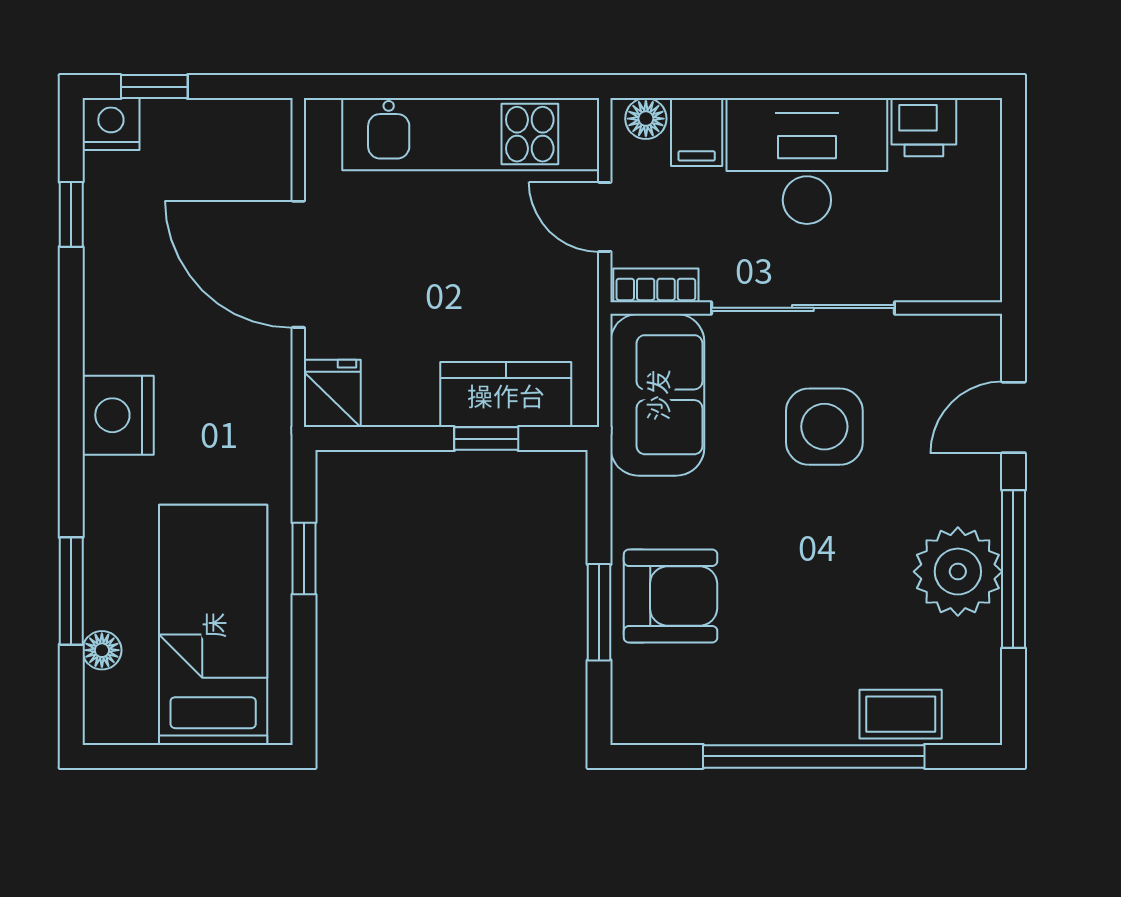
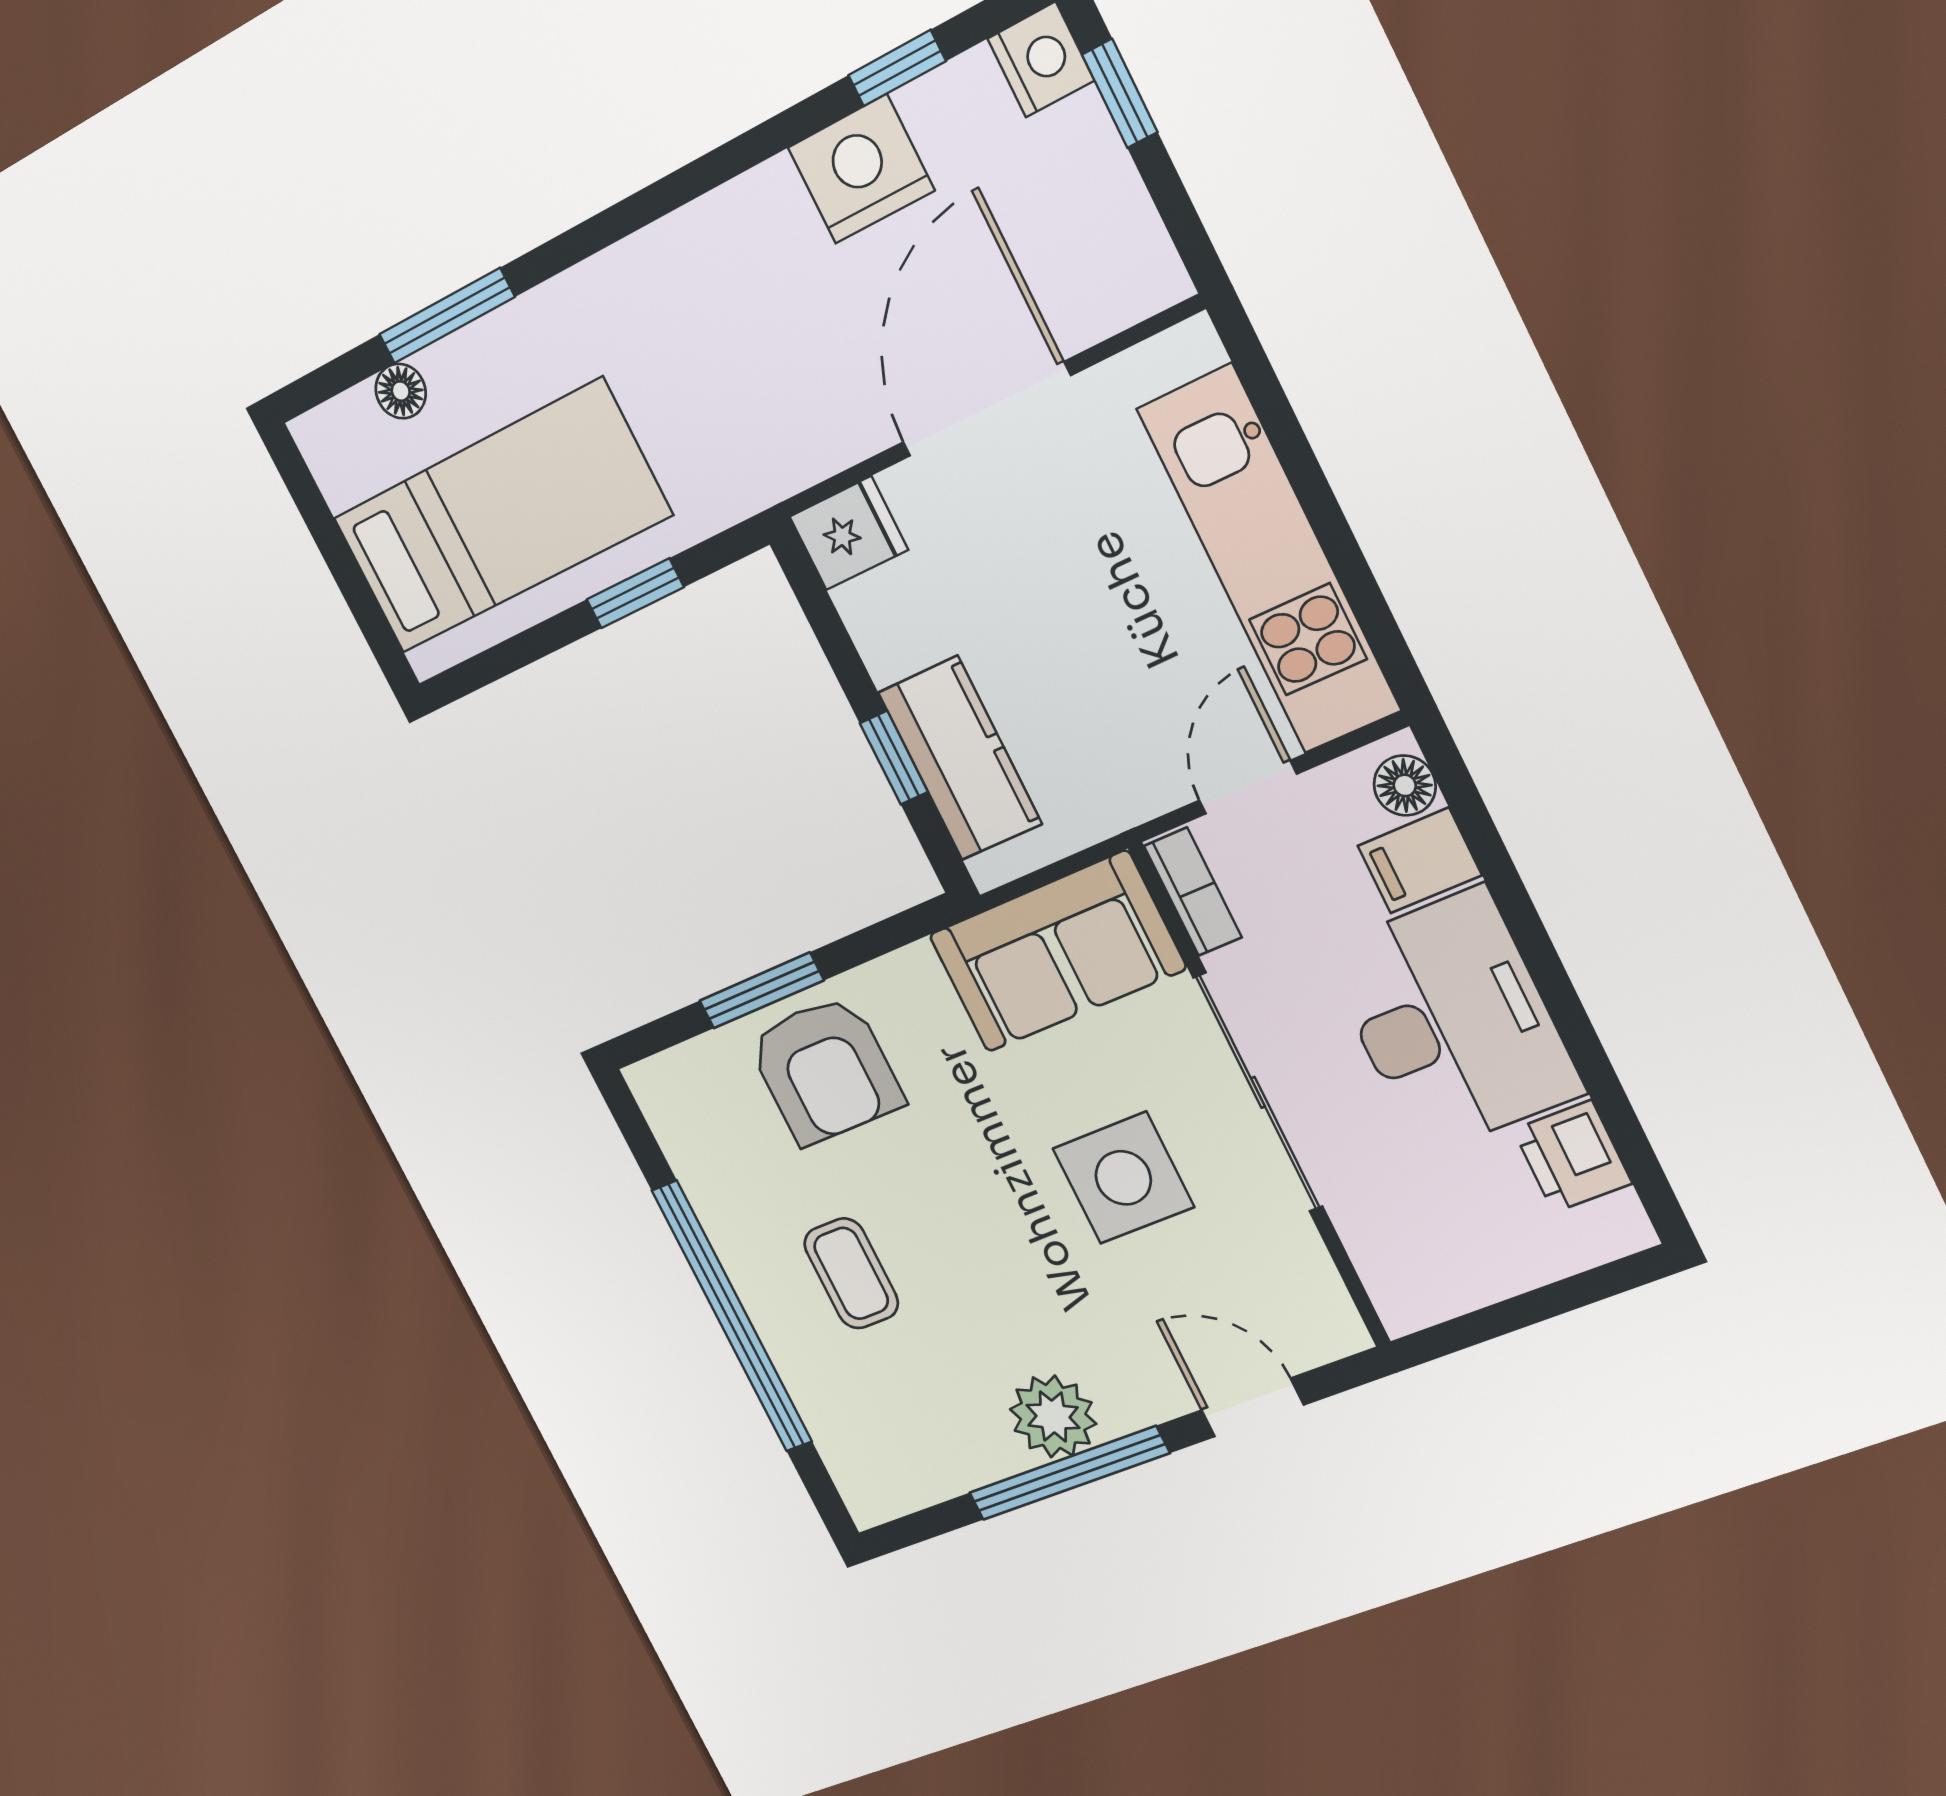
nightstand: (118, 415) -> (861, 169), moved
plant: (958, 572) -> (1053, 1417), width x0.73, depth x0.73
coffee table: (901, 714) -> (851, 1273), moved

